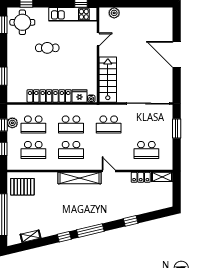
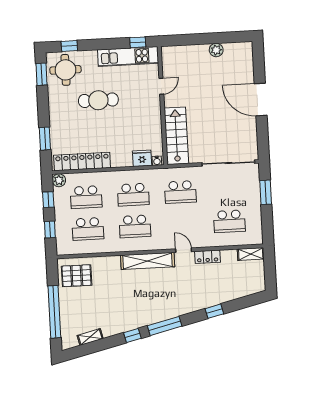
plant: (114, 13) -> (216, 50), moved
cafe table: (47, 48) -> (98, 100), width x1.37, depth x1.35
locker: (49, 96) -> (82, 161), moved
plant: (12, 123) -> (59, 180), moved
locker: (141, 177) -> (207, 257), moved

